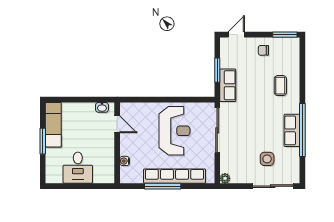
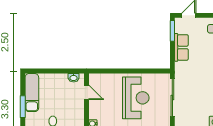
window: (217, 70) -> (172, 31), moved
row of seats: (228, 85) -> (181, 47), moved

